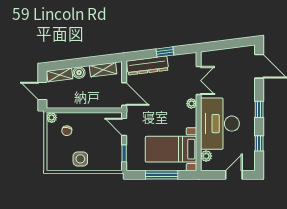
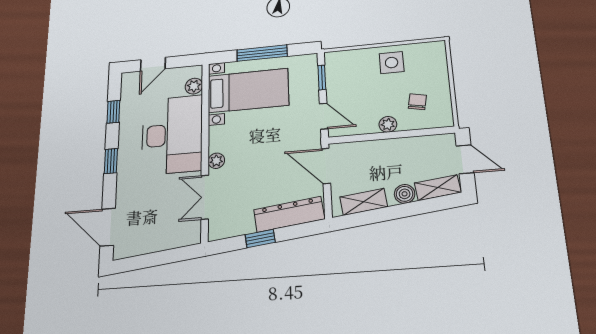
plant: (52, 118) -> (388, 124), moved

